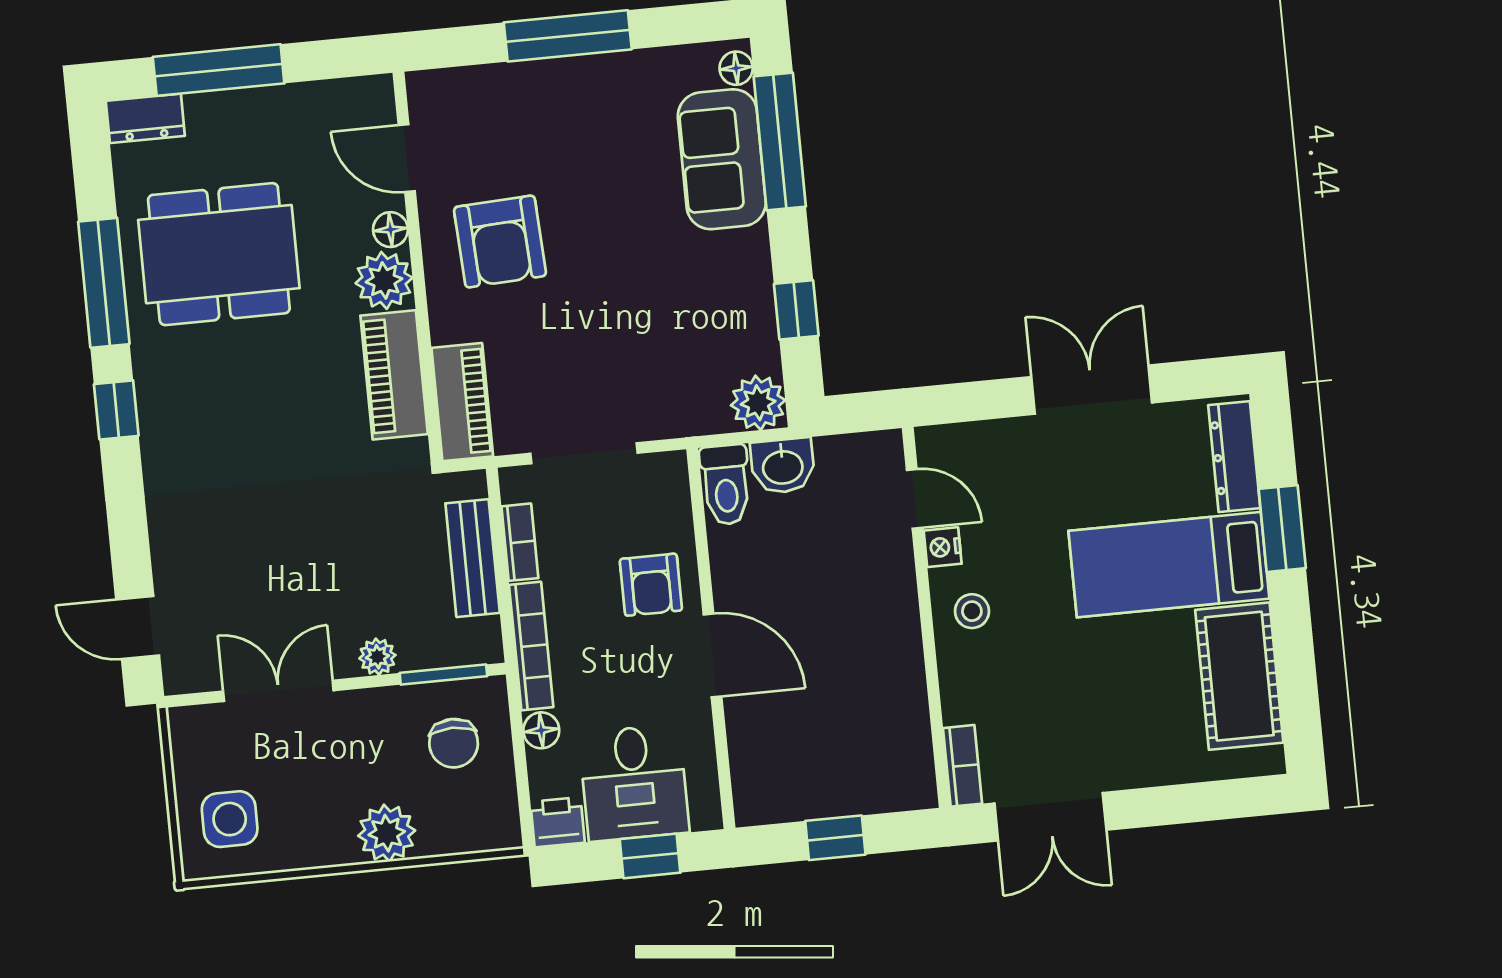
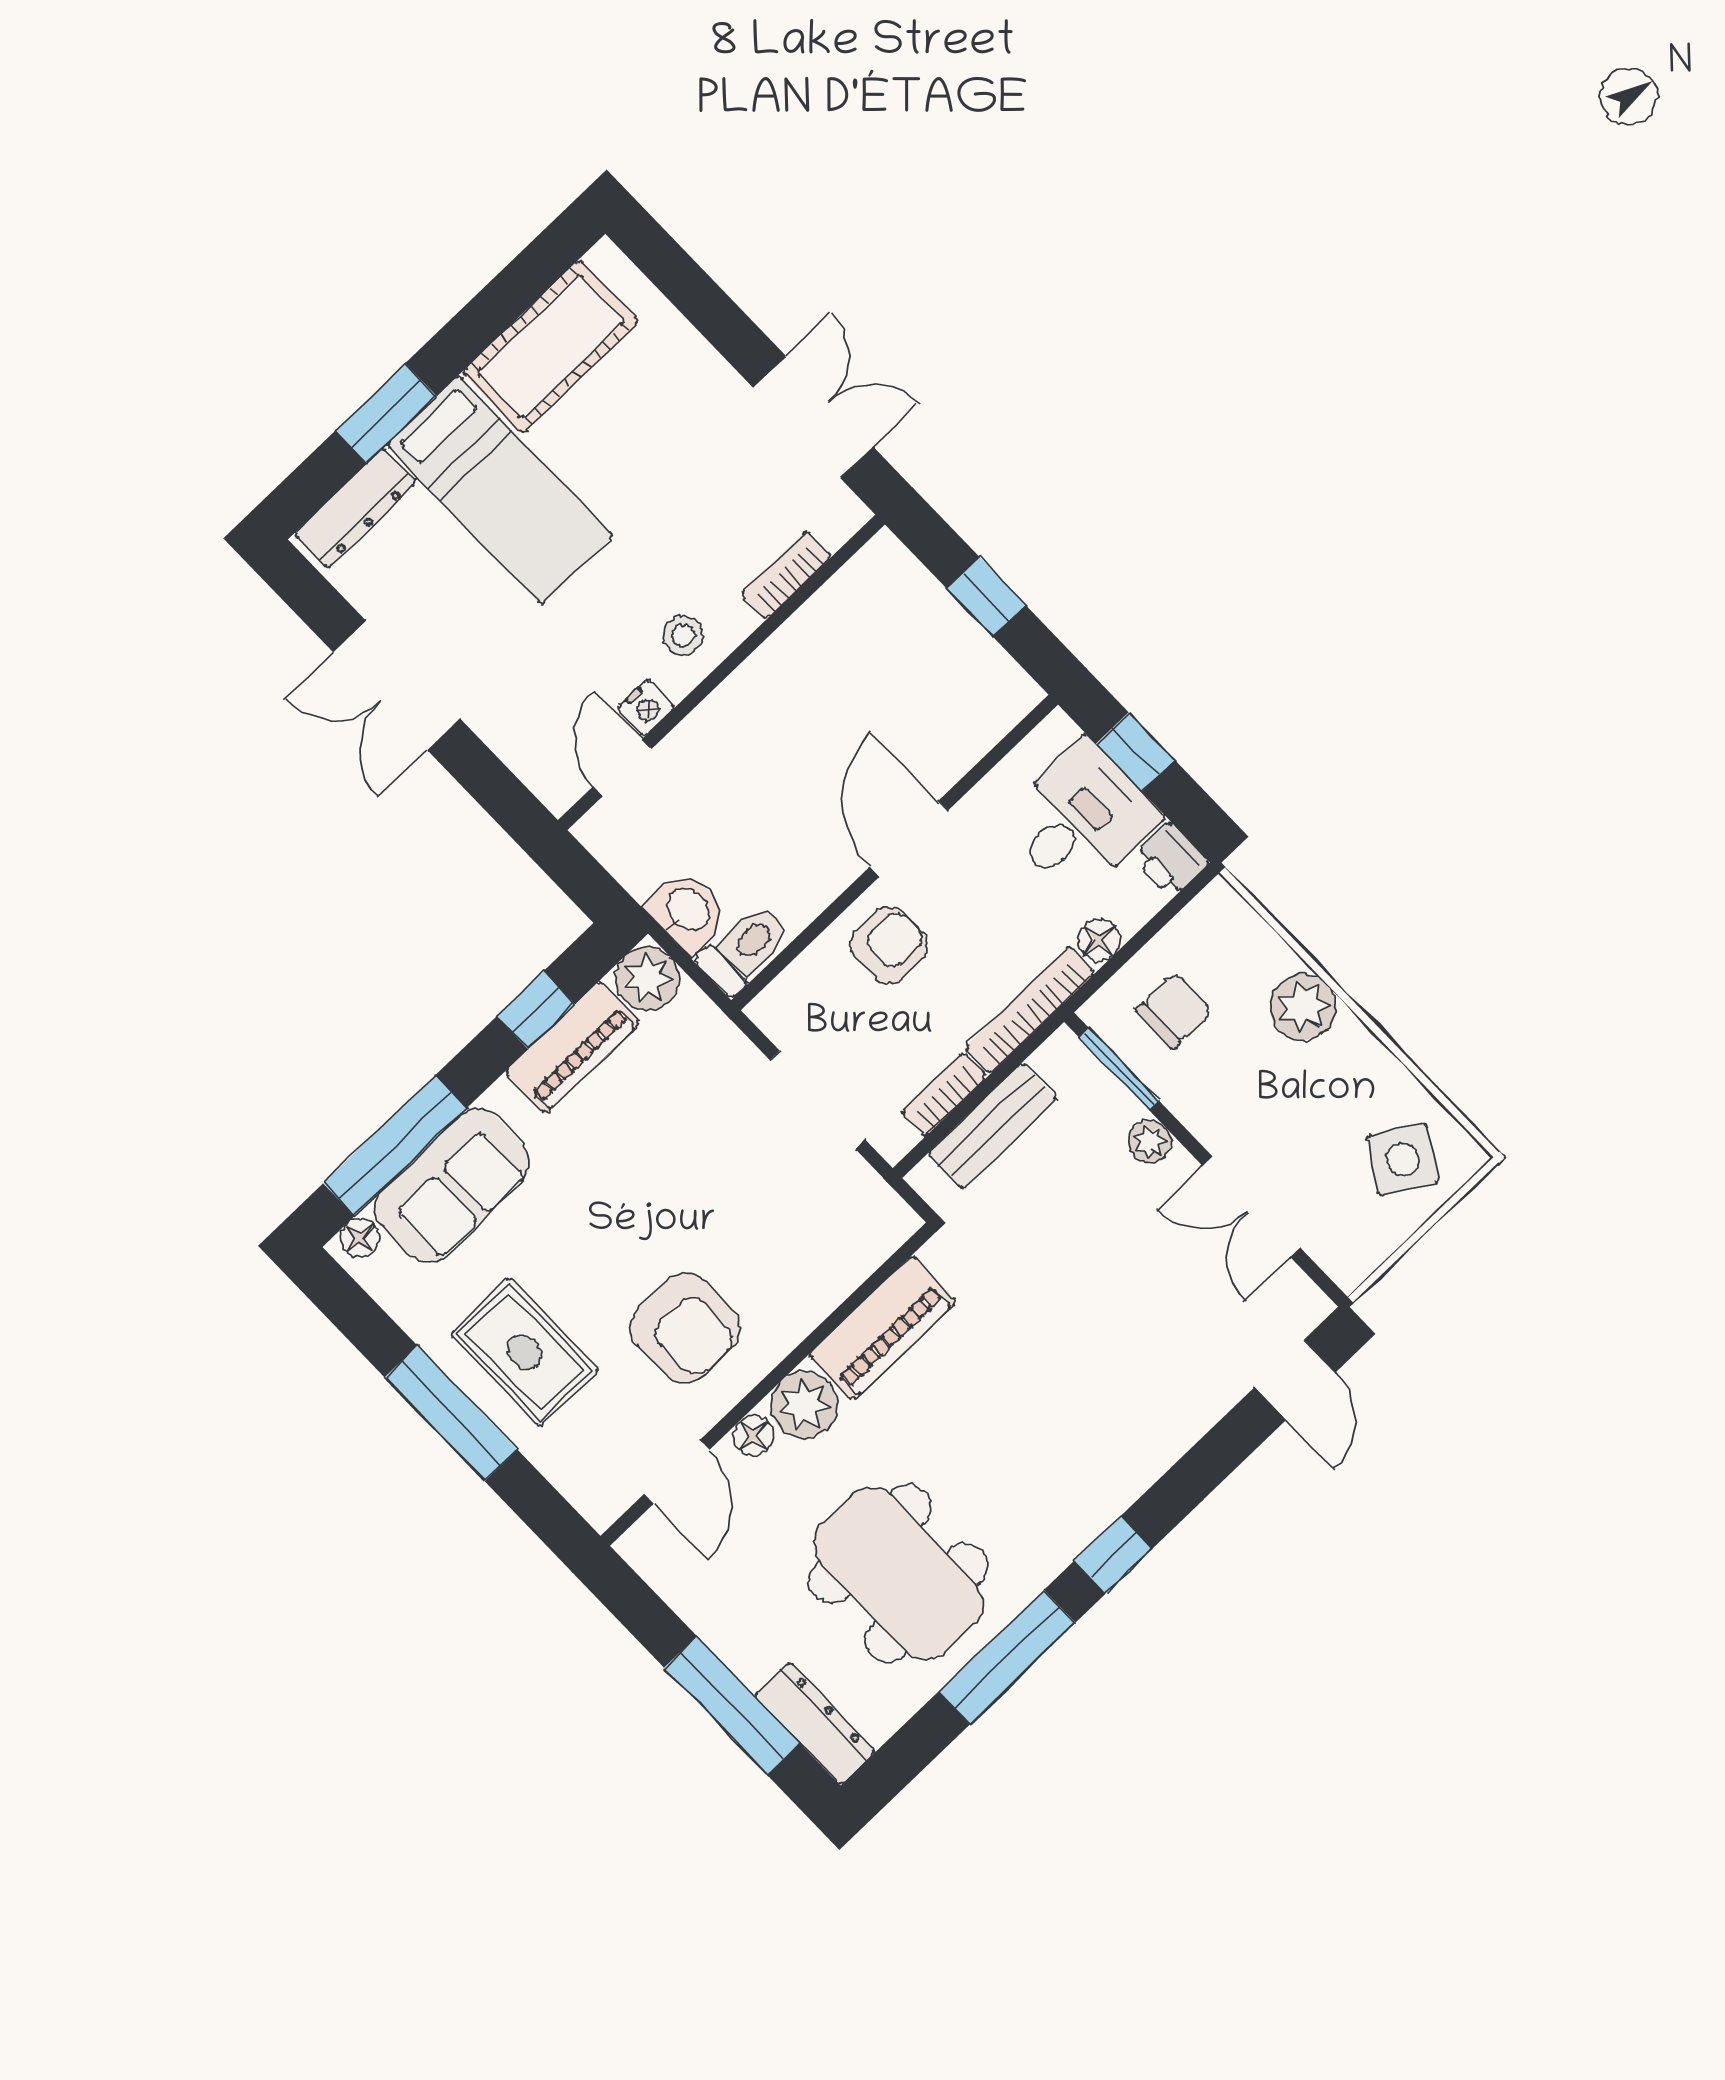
dresser: (145, 118) -> (815, 1724), width x1.44
rug: (570, 119) -> (524, 1352), added
armchair: (500, 242) -> (686, 1328), turned 93
piano: (462, 402) -> (572, 1047), moved, turned 180
bookcase: (963, 766) -> (786, 575), moved
side table: (230, 819) -> (1403, 1159), turned 32

